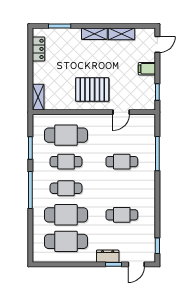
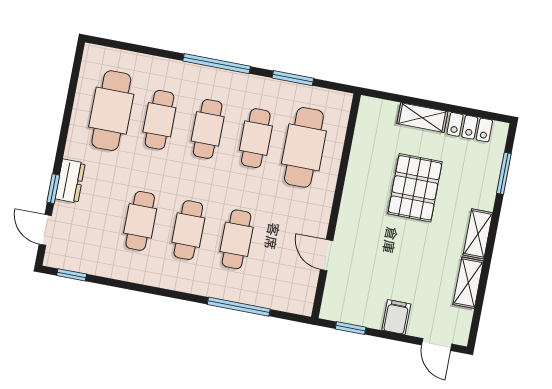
pallet: (92, 90) -> (415, 188), moved
shelving: (38, 97) -> (422, 118), moved
cafe table: (122, 188) -> (188, 230), added
cafe table: (66, 215) -> (159, 120), width x0.73, depth x0.74

